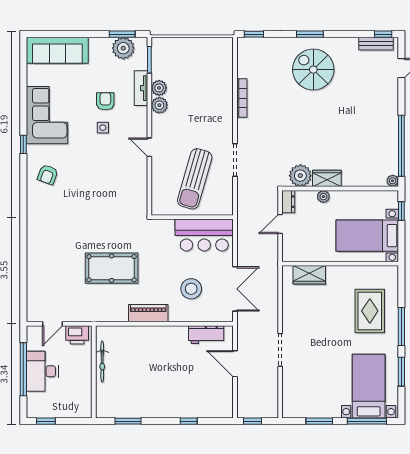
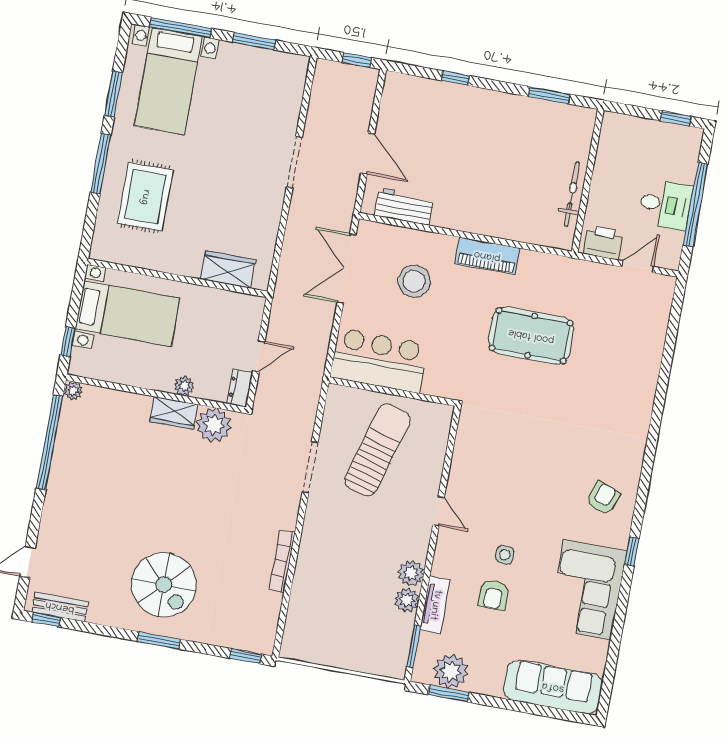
desk: (42, 371) -> (665, 205), width x0.73

